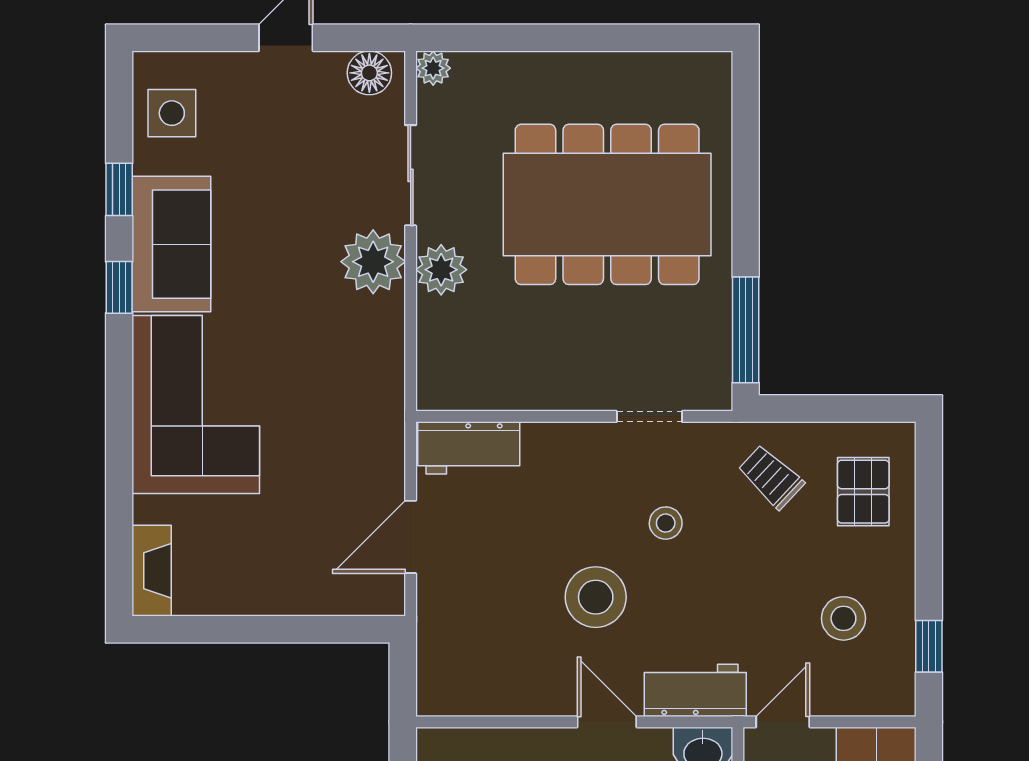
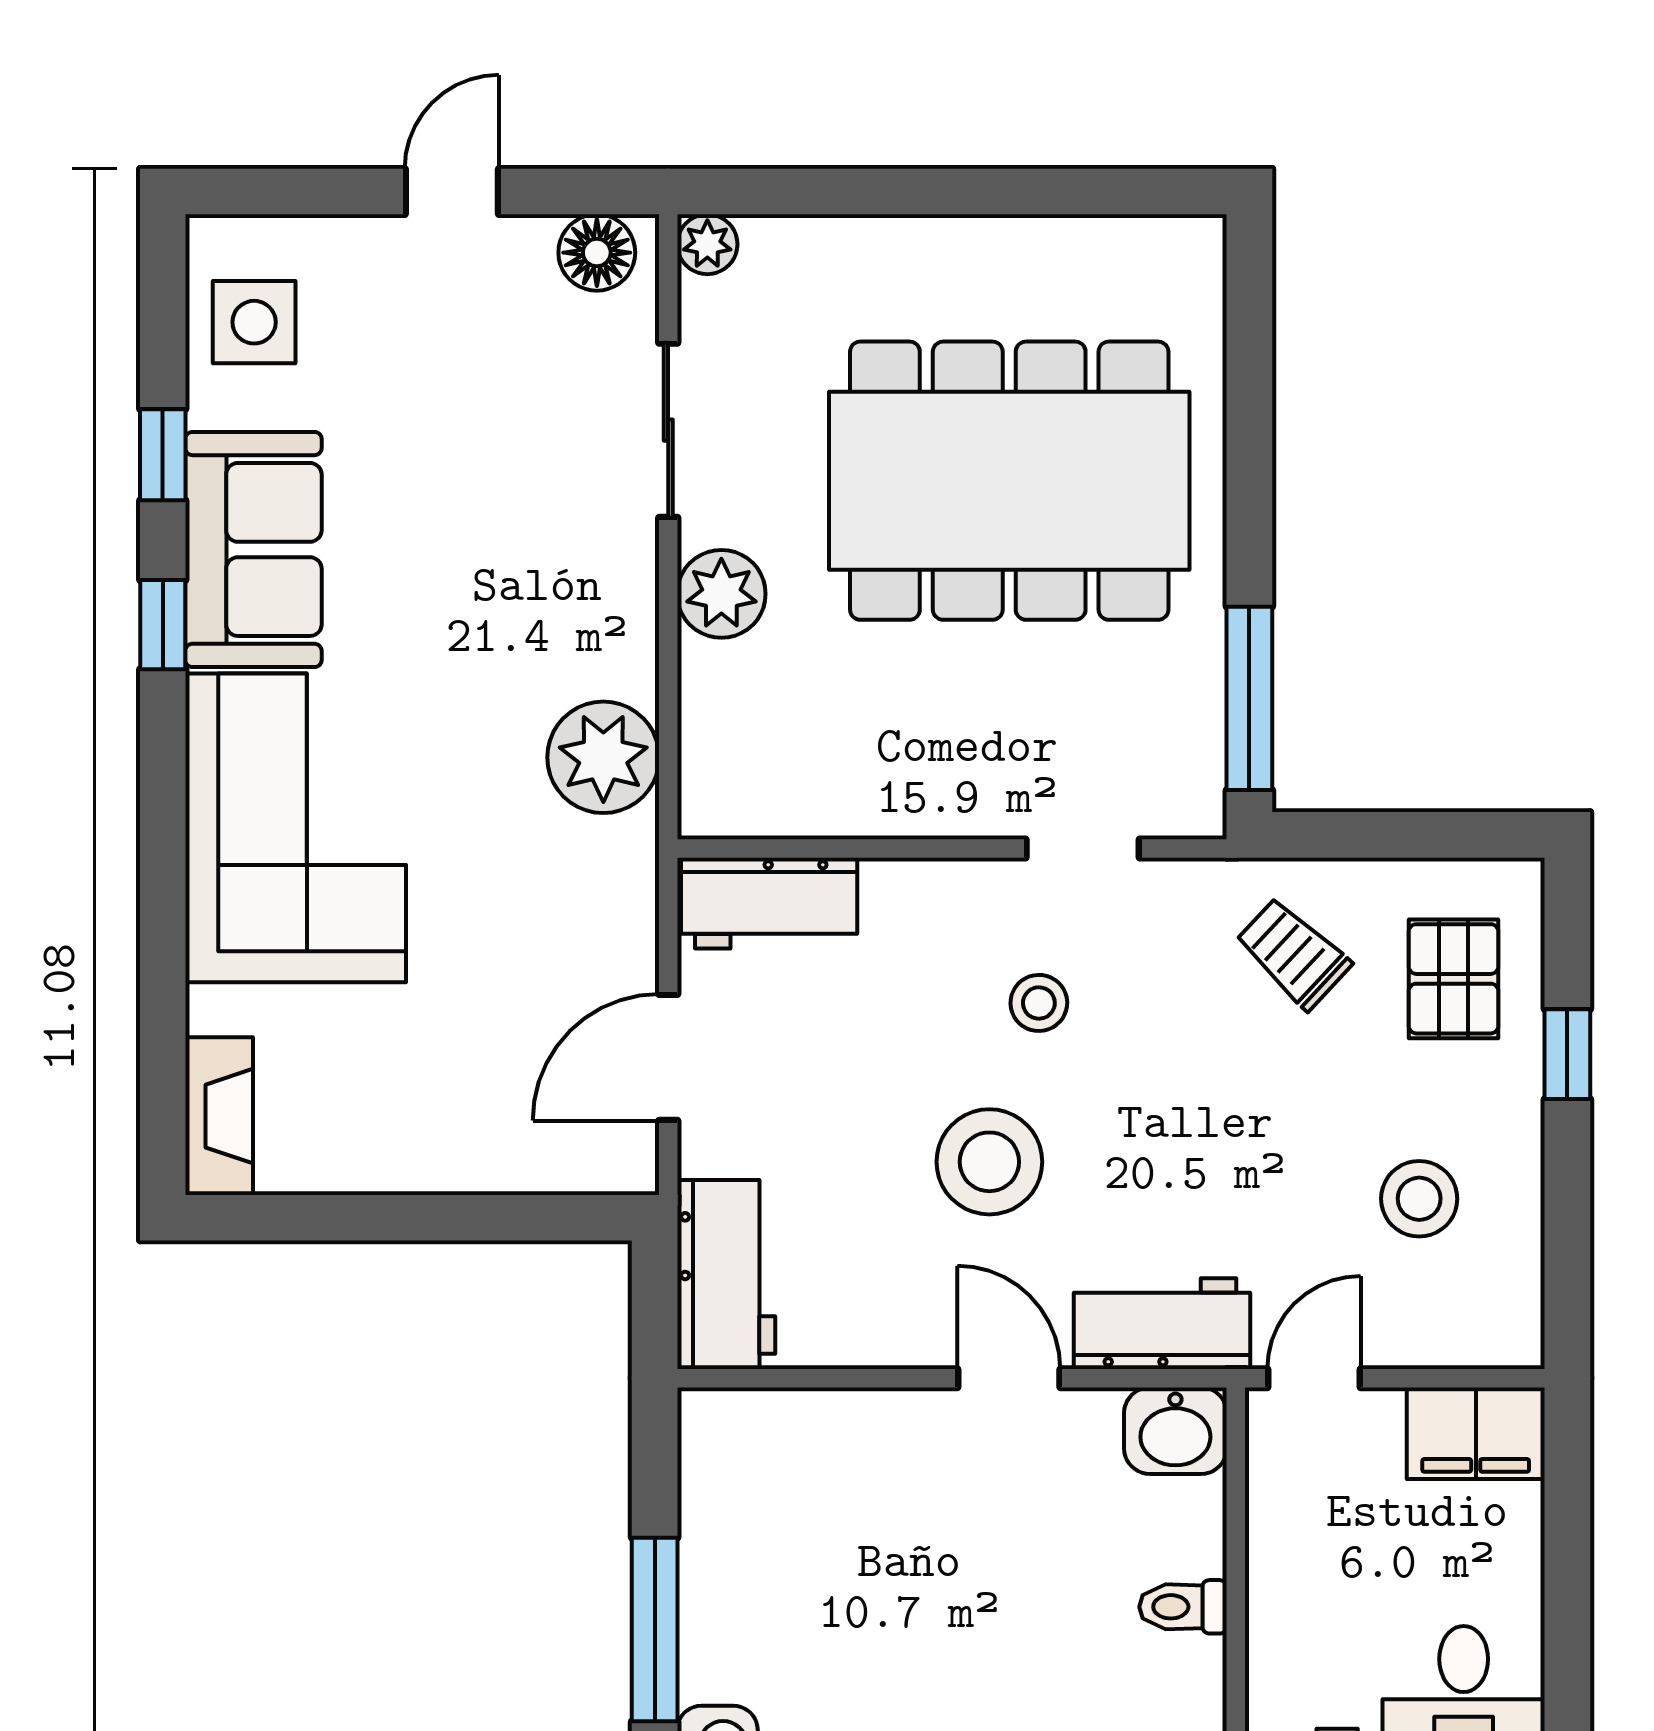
plant: (373, 262) -> (603, 757), moved
stool: (666, 523) -> (1039, 1003), moved
window: (929, 646) -> (1567, 1054), moved
workbench: (444, 662) -> (726, 1275), added

